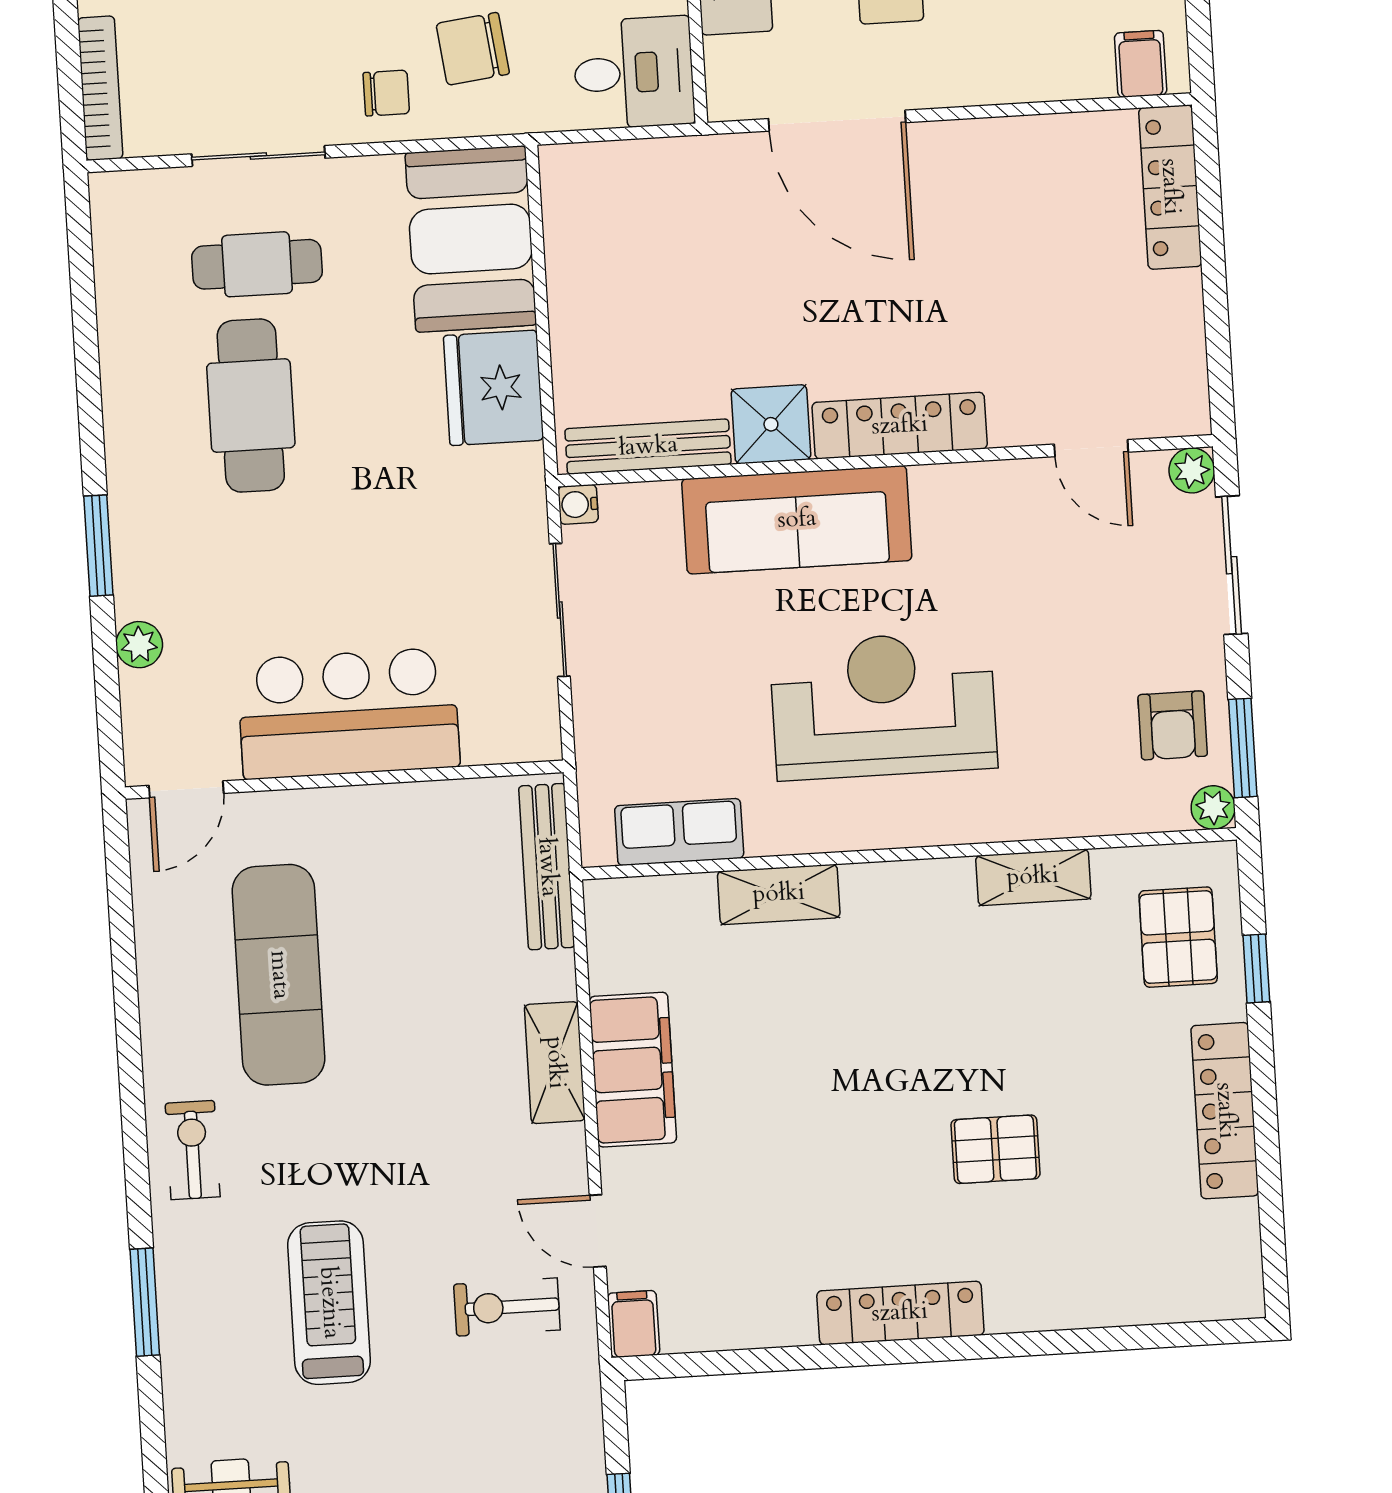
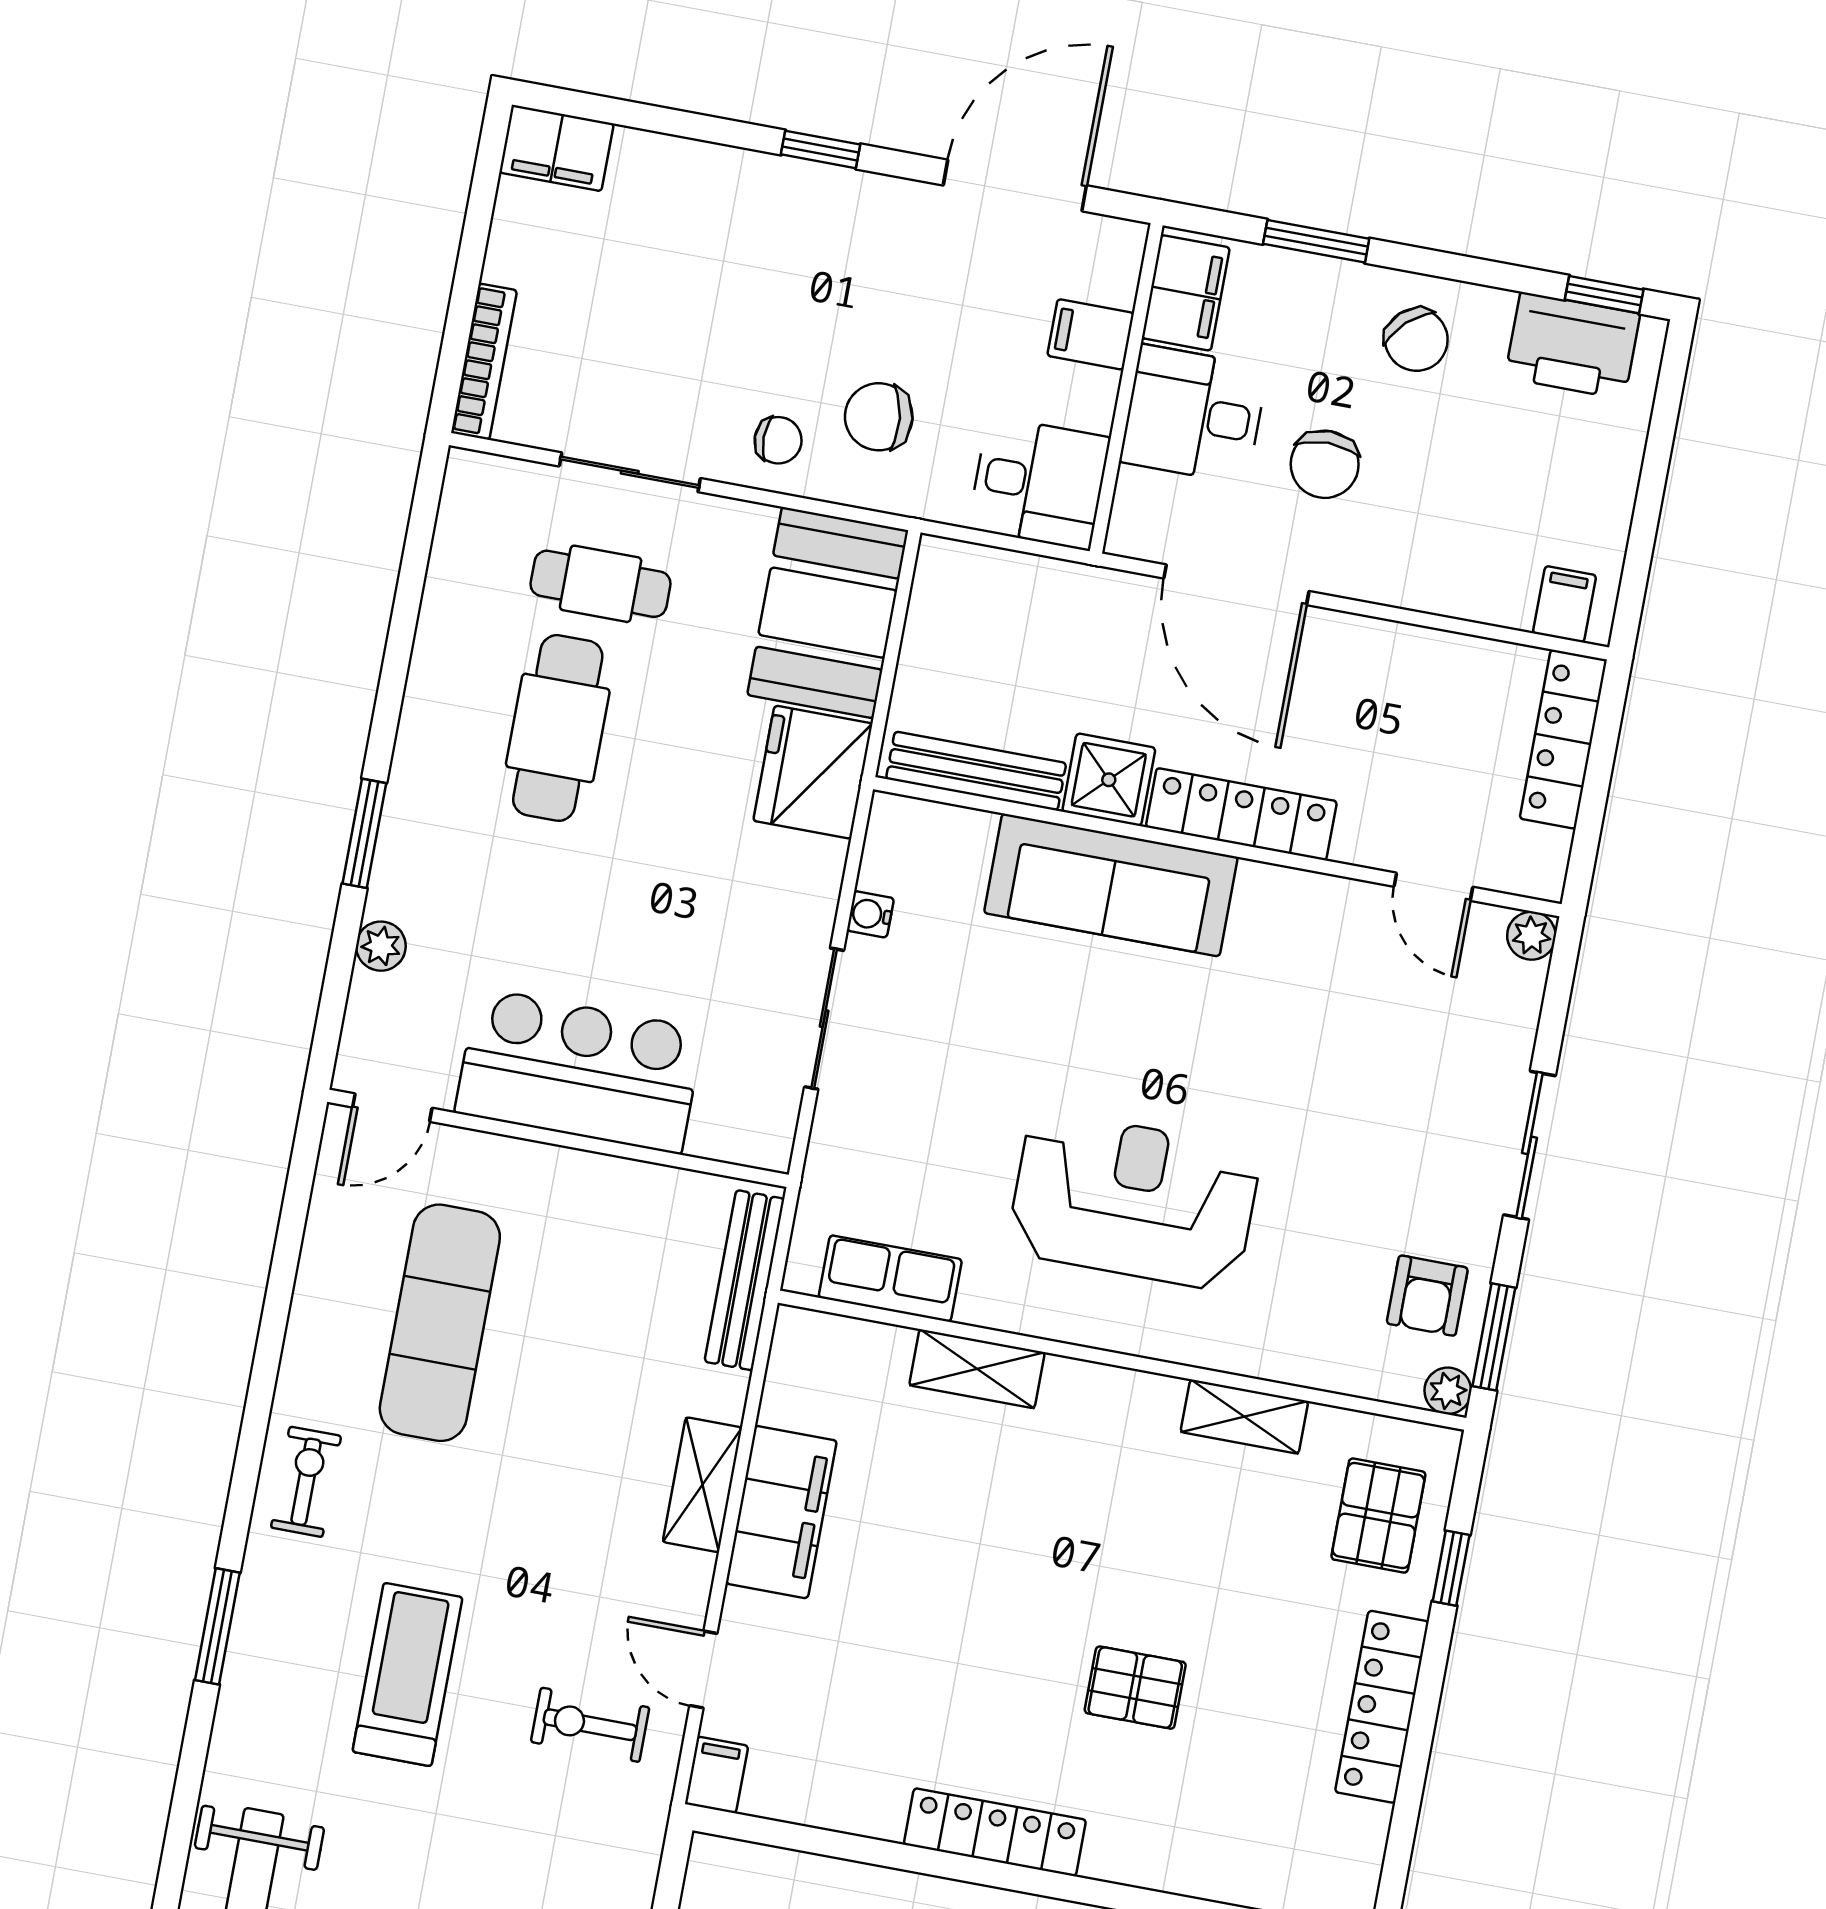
shower: (771, 424) -> (1109, 780), moved
locker: (900, 426) -> (1241, 814), moved
bench: (648, 447) -> (976, 771), moved
door: (1091, 448) -> (1433, 887), moved
wall: (885, 461) -> (1217, 847), moved
plant: (1192, 470) -> (1531, 936), moved
sofa: (797, 520) -> (1111, 885), moved

